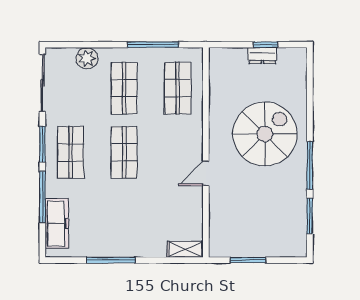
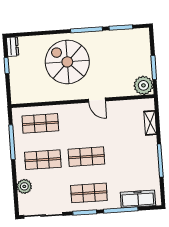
dresser: (262, 55) -> (13, 47), moved
plant: (223, 243) -> (143, 85), added
shelving: (185, 249) -> (150, 123), moved

